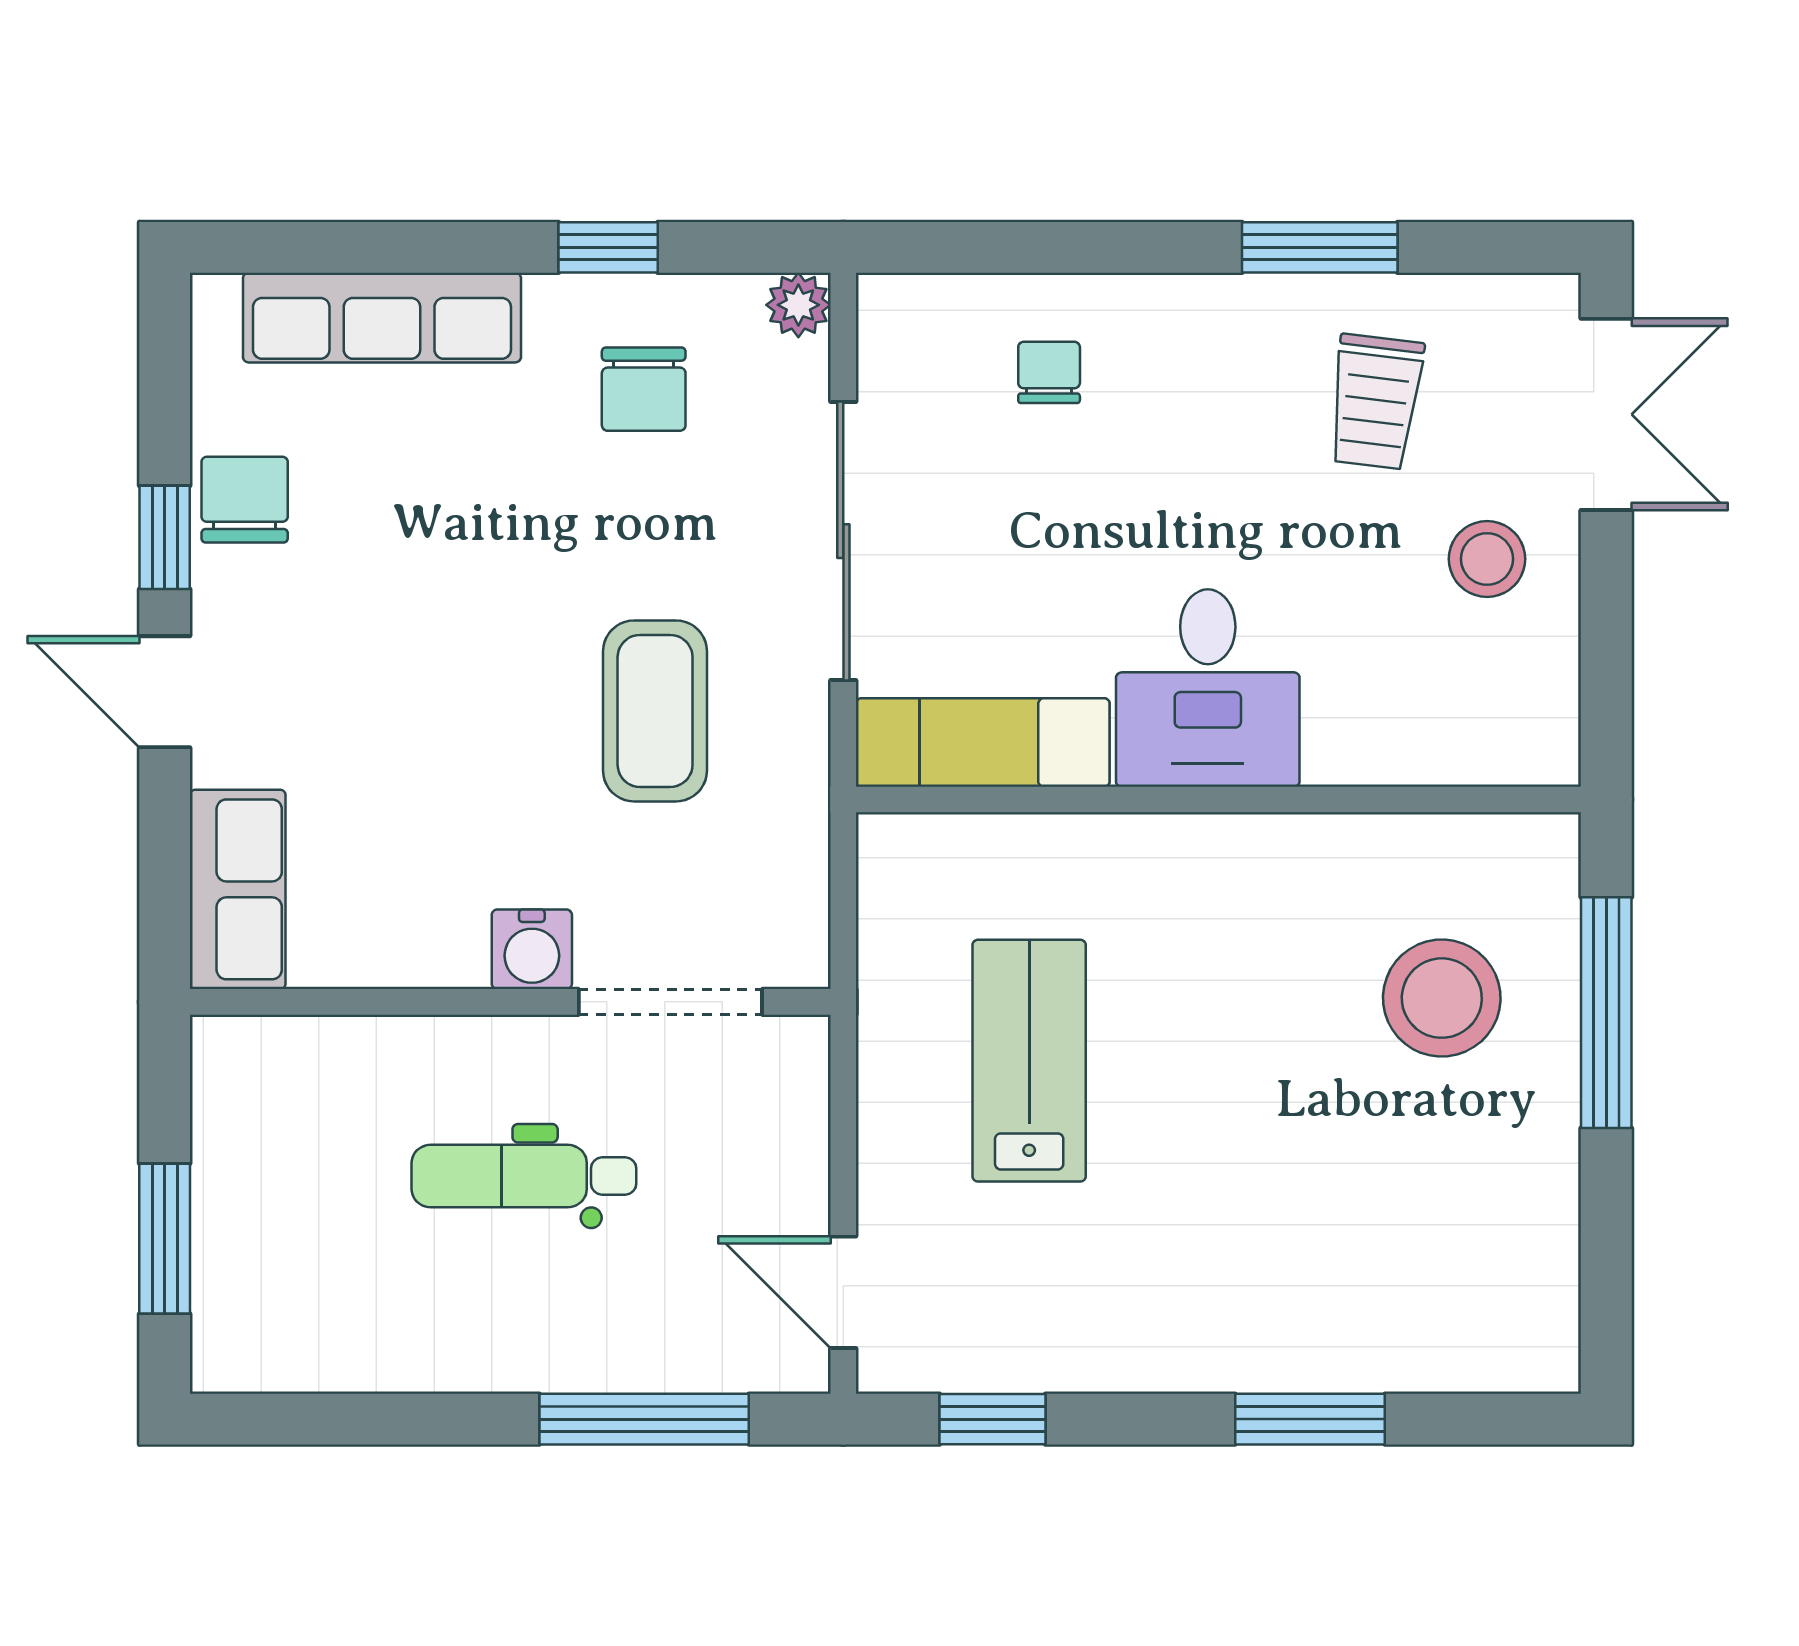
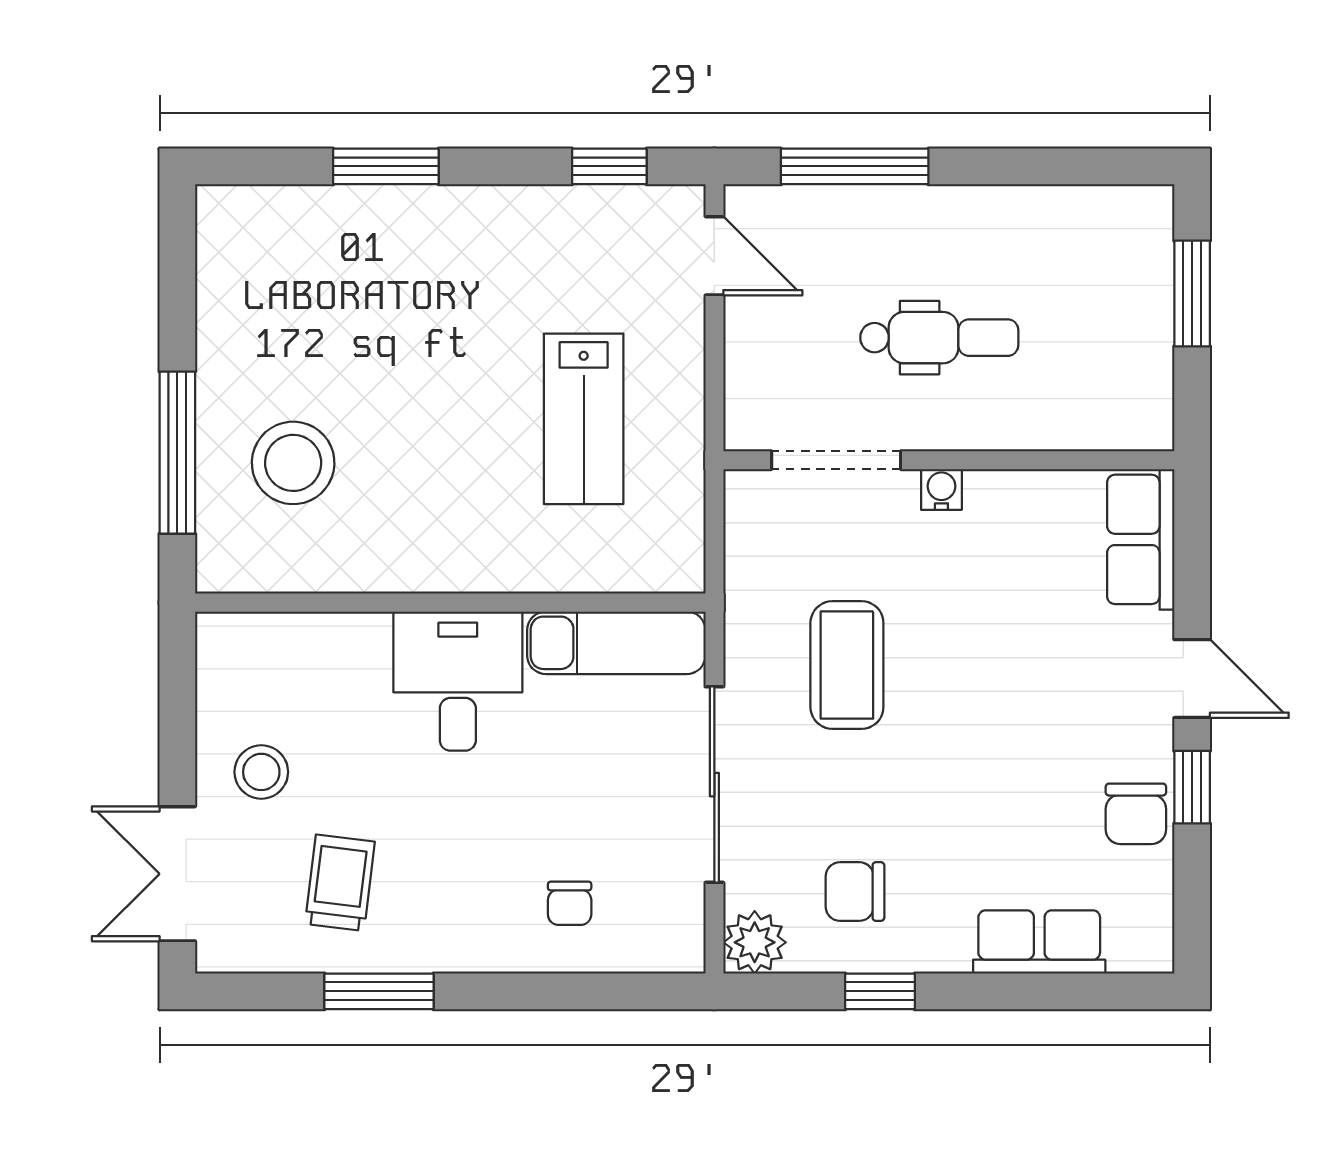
plant: (798, 305) -> (755, 942), width x1.38, depth x1.38
row of seats: (382, 318) -> (1039, 942), width x0.68
chair: (644, 389) -> (855, 892), turned -90
water cooler: (532, 949) -> (941, 489), width x0.72, depth x0.72

